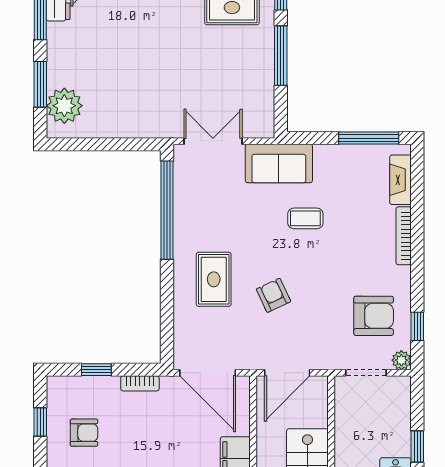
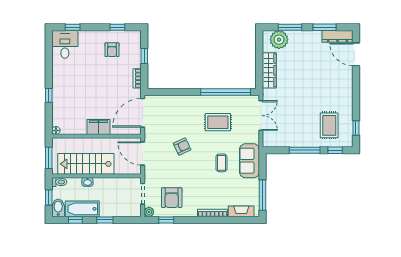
wardrobe: (124, 125) -> (269, 70), added
sofa: (279, 163) -> (250, 161), moved
rug: (214, 279) -> (218, 122), moved

